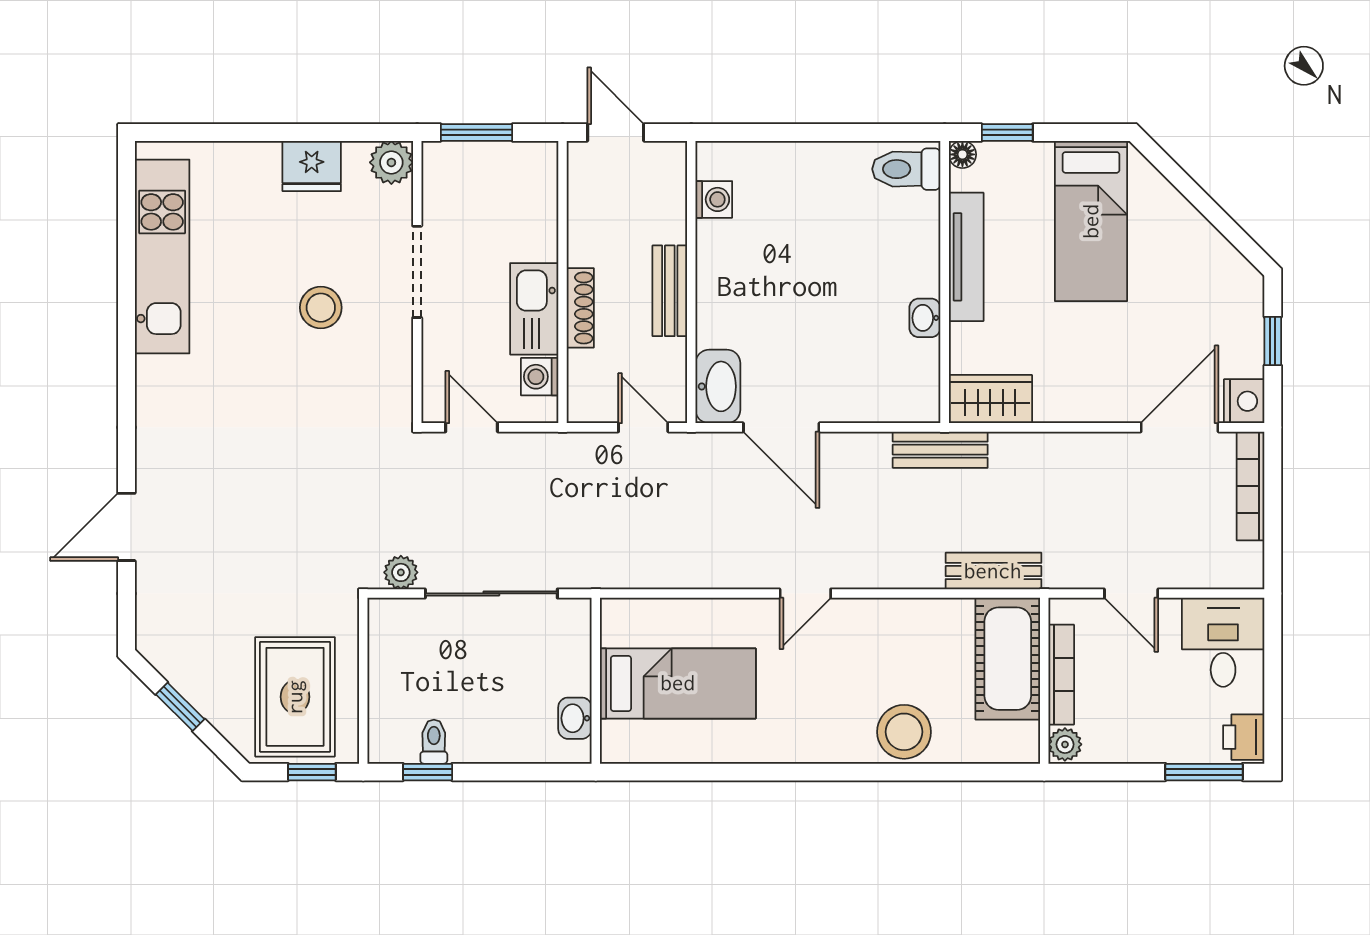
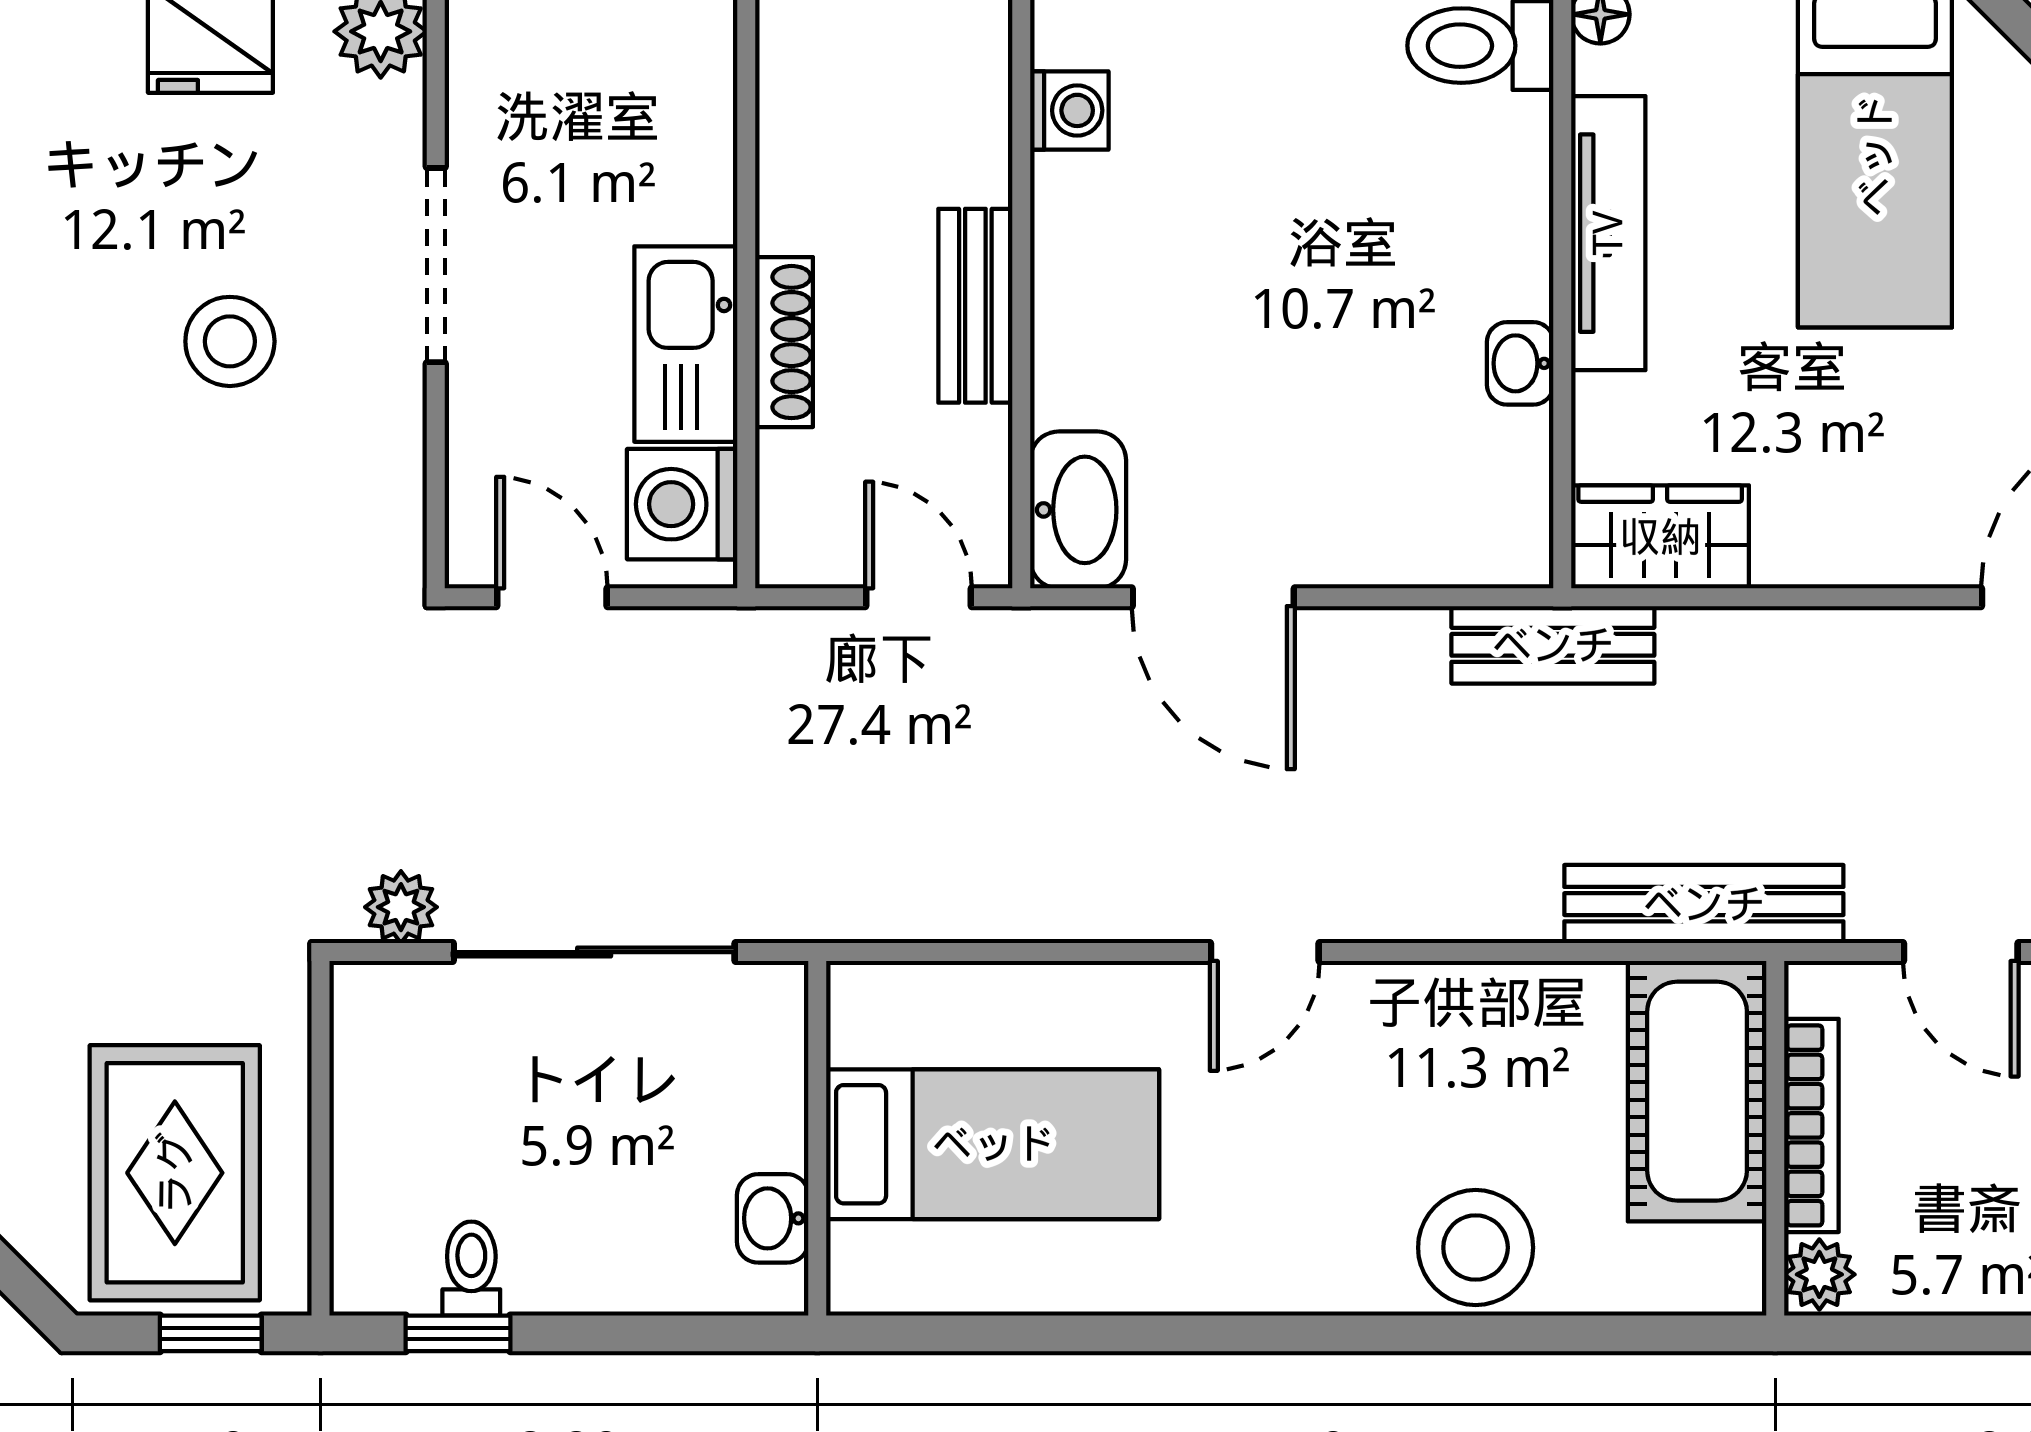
washing machine: (540, 377) -> (682, 504), width x1.38, depth x1.38
bench: (993, 571) -> (1704, 904), width x1.36

